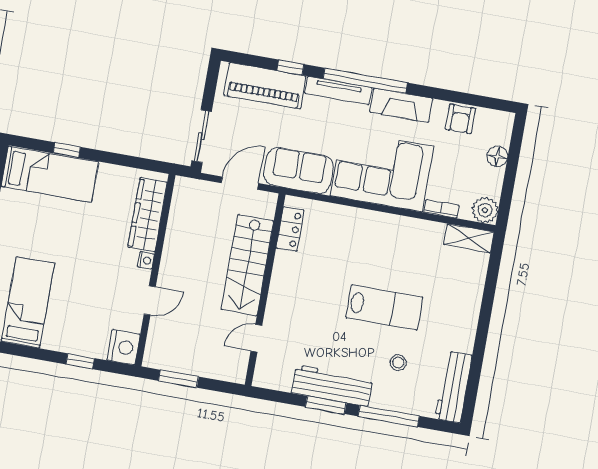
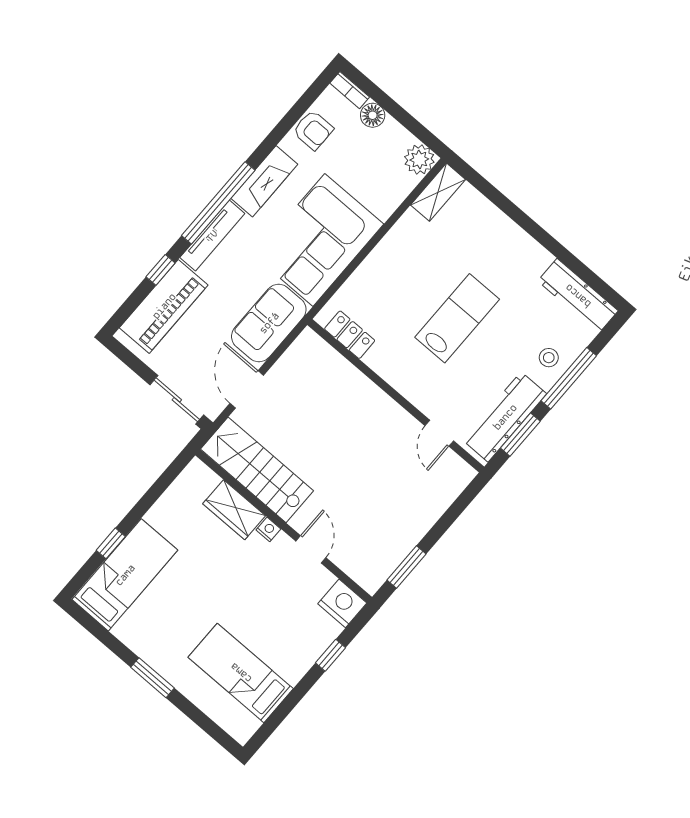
bookcase: (441, 209) -> (350, 90), moved, turned -90
wardrobe: (148, 215) -> (234, 510), width x0.67
locker: (290, 229) -> (350, 335), moved
stairs: (247, 265) -> (257, 470), moved, turned 180
wall: (265, 290) -> (396, 396), moved
door: (256, 338) -> (439, 433), moved
stool: (398, 363) -> (549, 358), moved

